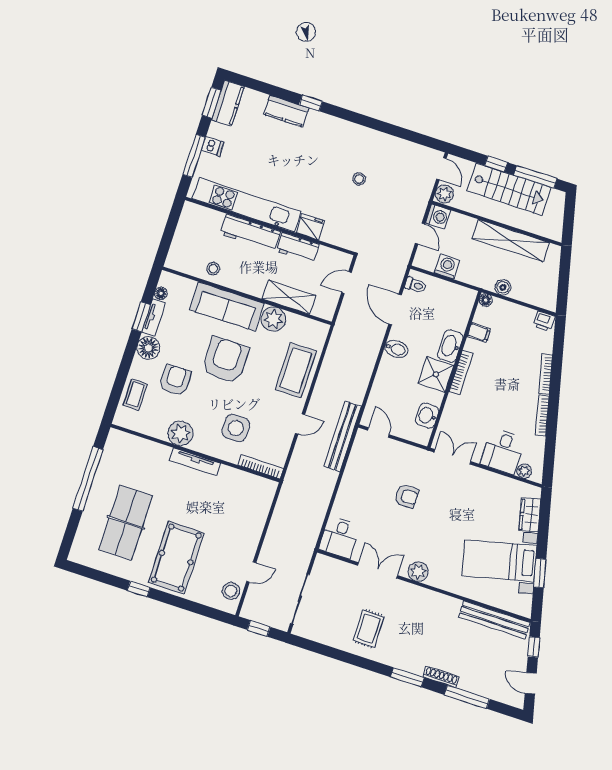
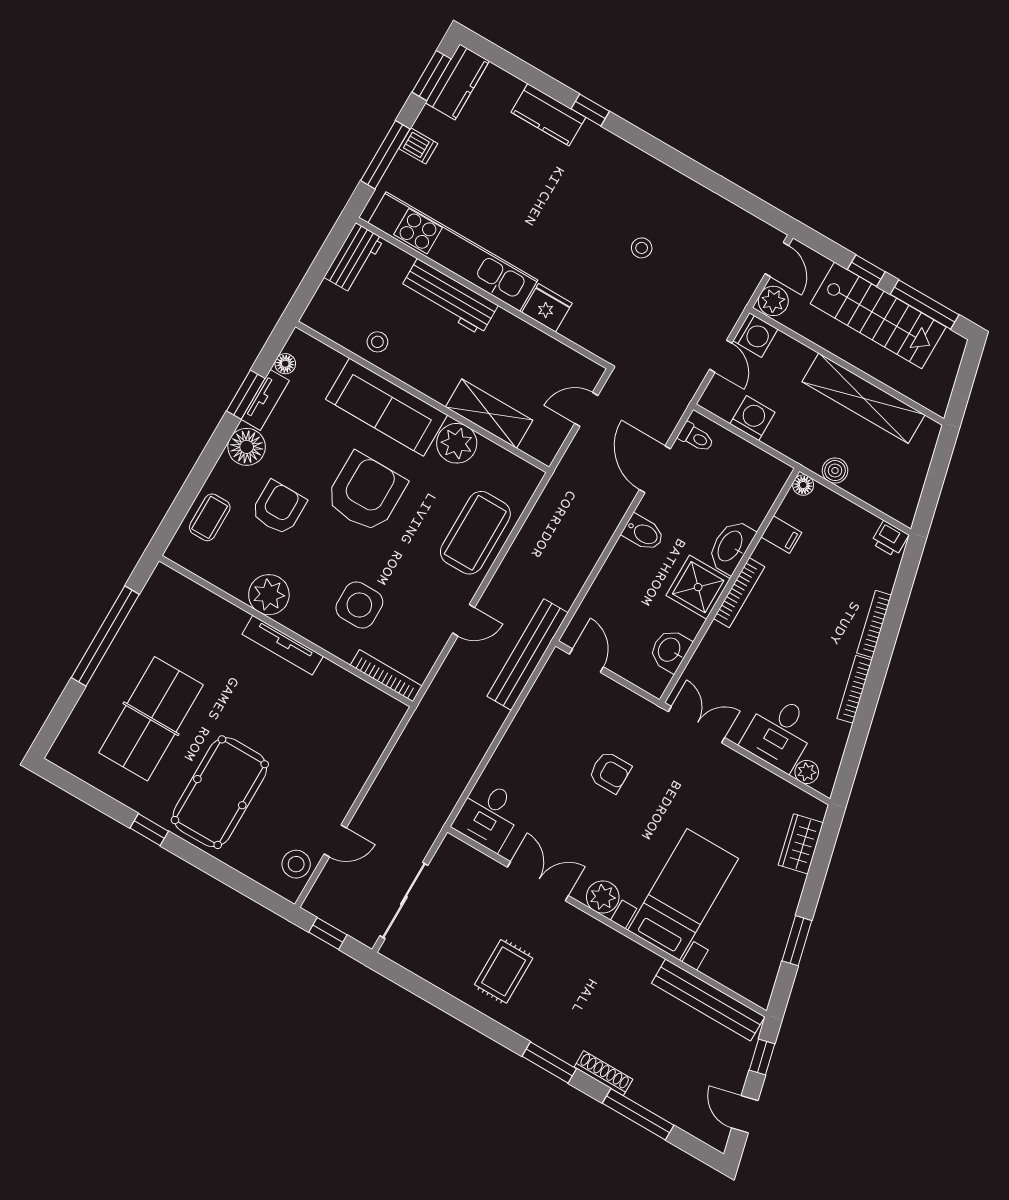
workbench: (297, 248) -> (354, 258), moved, turned -90
bed with nightstands: (499, 561) -> (683, 894), moved, turned 104

